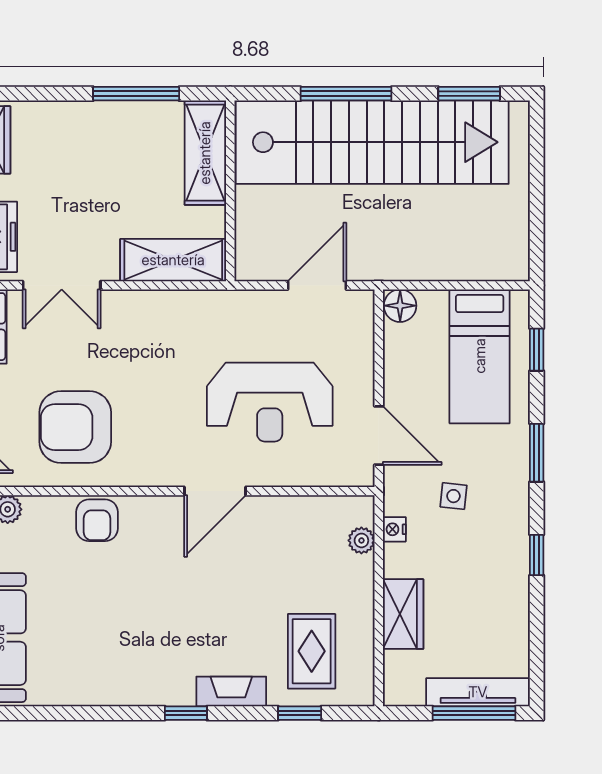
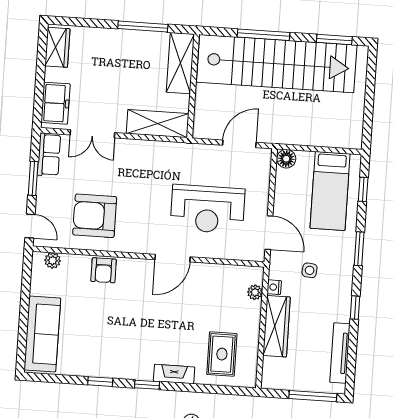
wardrobe: (403, 614) -> (277, 326), width x1.50
tv unit: (478, 692) -> (340, 353), moved, turned -90
window: (300, 713) -> (100, 382), moved

